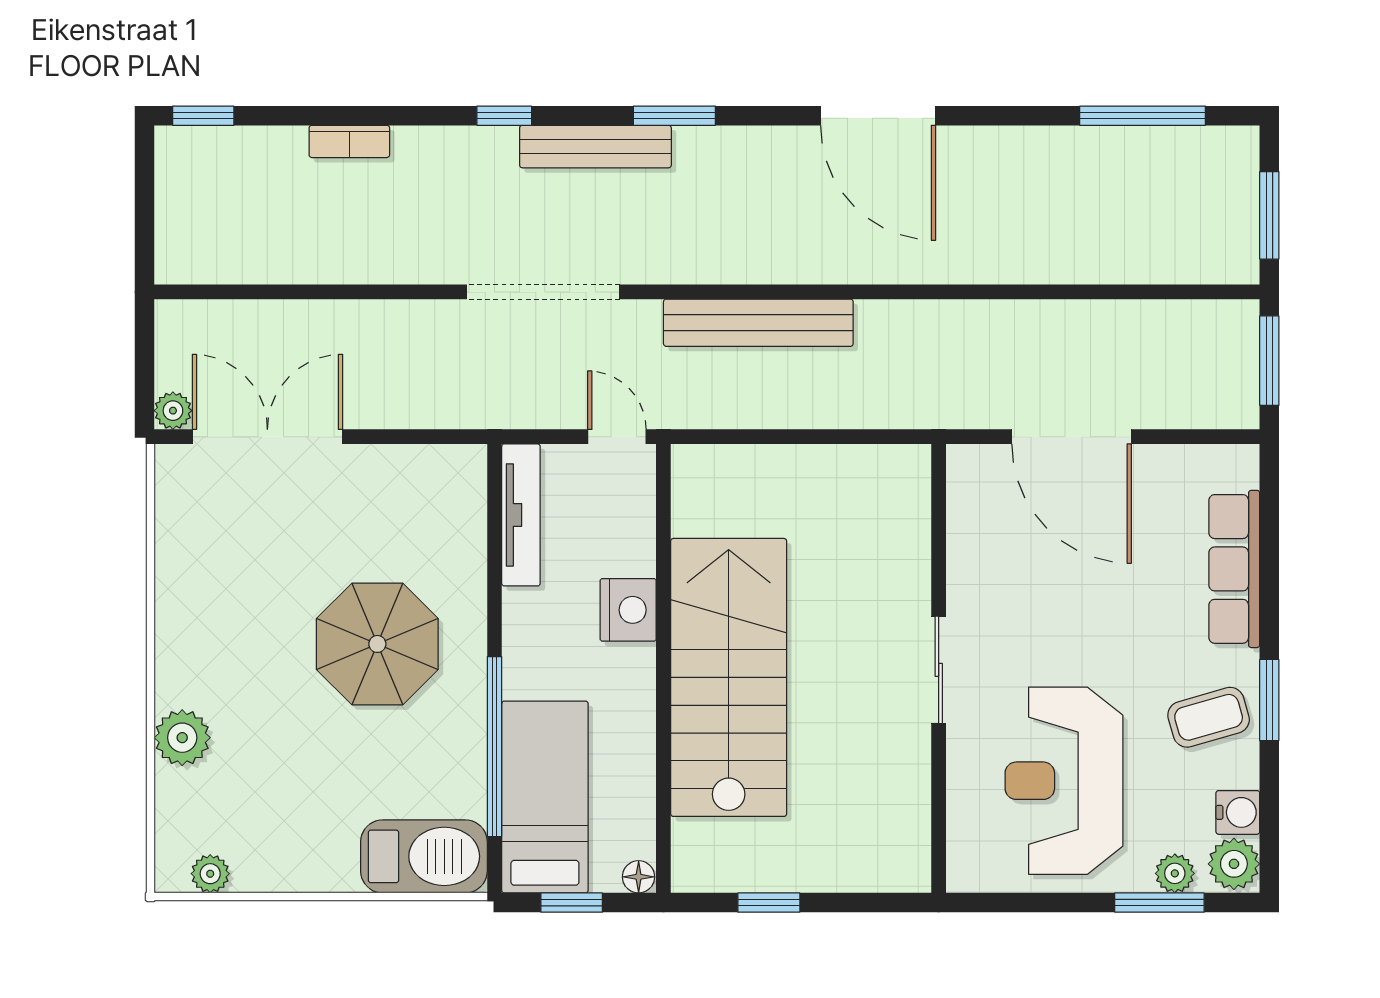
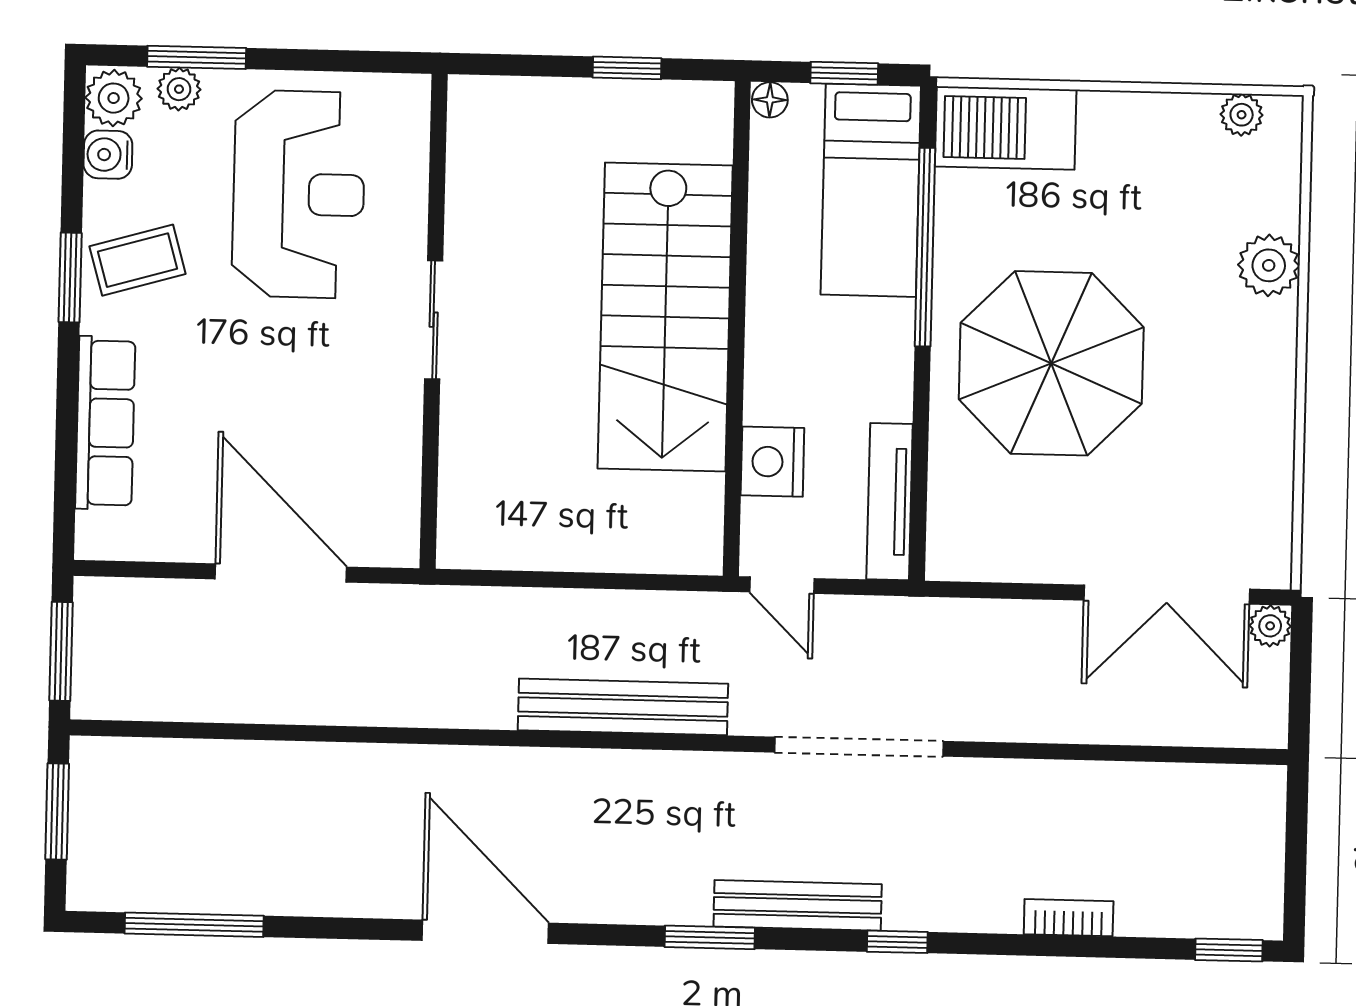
nightstand: (628, 610) -> (772, 462), moved
parasol: (377, 644) -> (1051, 363), width x1.36, depth x1.36

